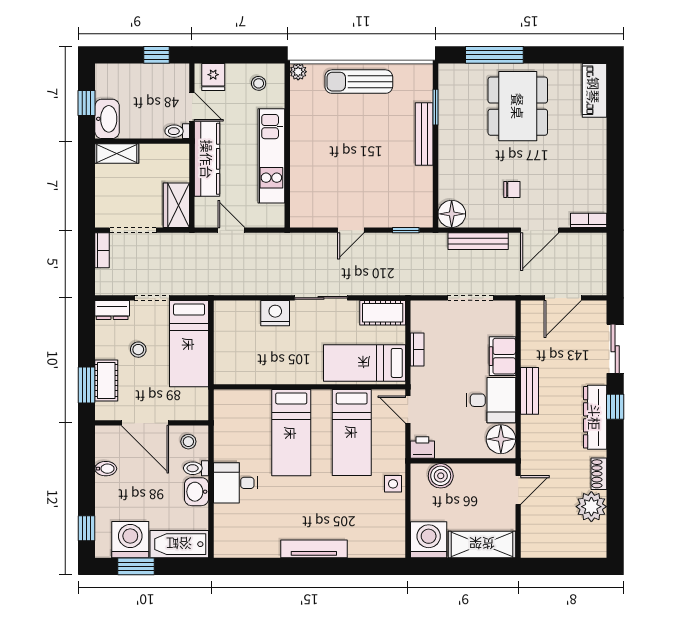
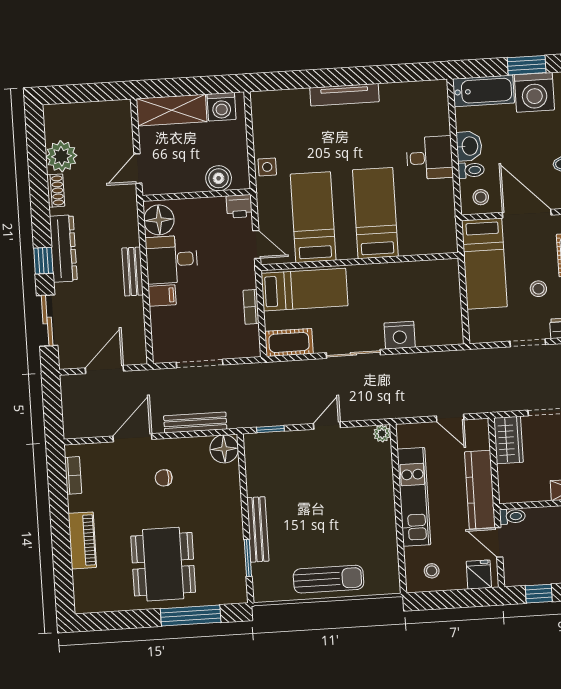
plant: (298, 72) -> (382, 434), moved
piano: (594, 90) -> (82, 540), moved
bookcase: (589, 220) -> (73, 475), moved, turned -90
bed: (189, 344) -> (484, 264), moved, turned 180
filing cabinet: (502, 356) -> (162, 295), width x0.50
washing machine: (429, 540) -> (222, 107), width x0.73, depth x0.73

